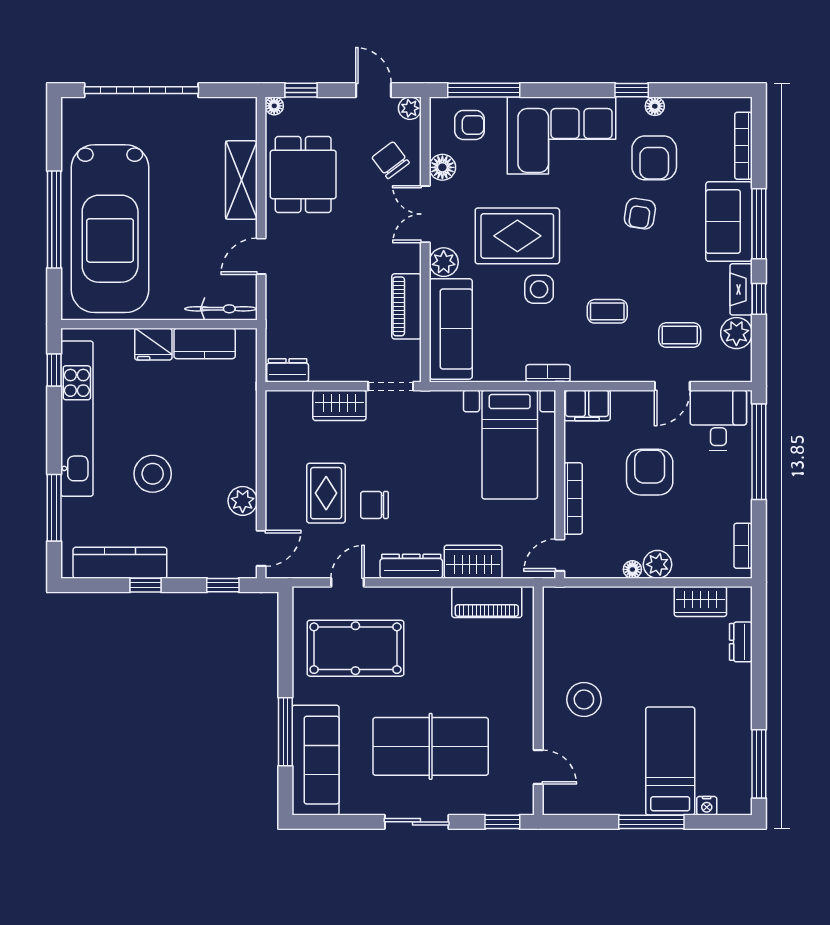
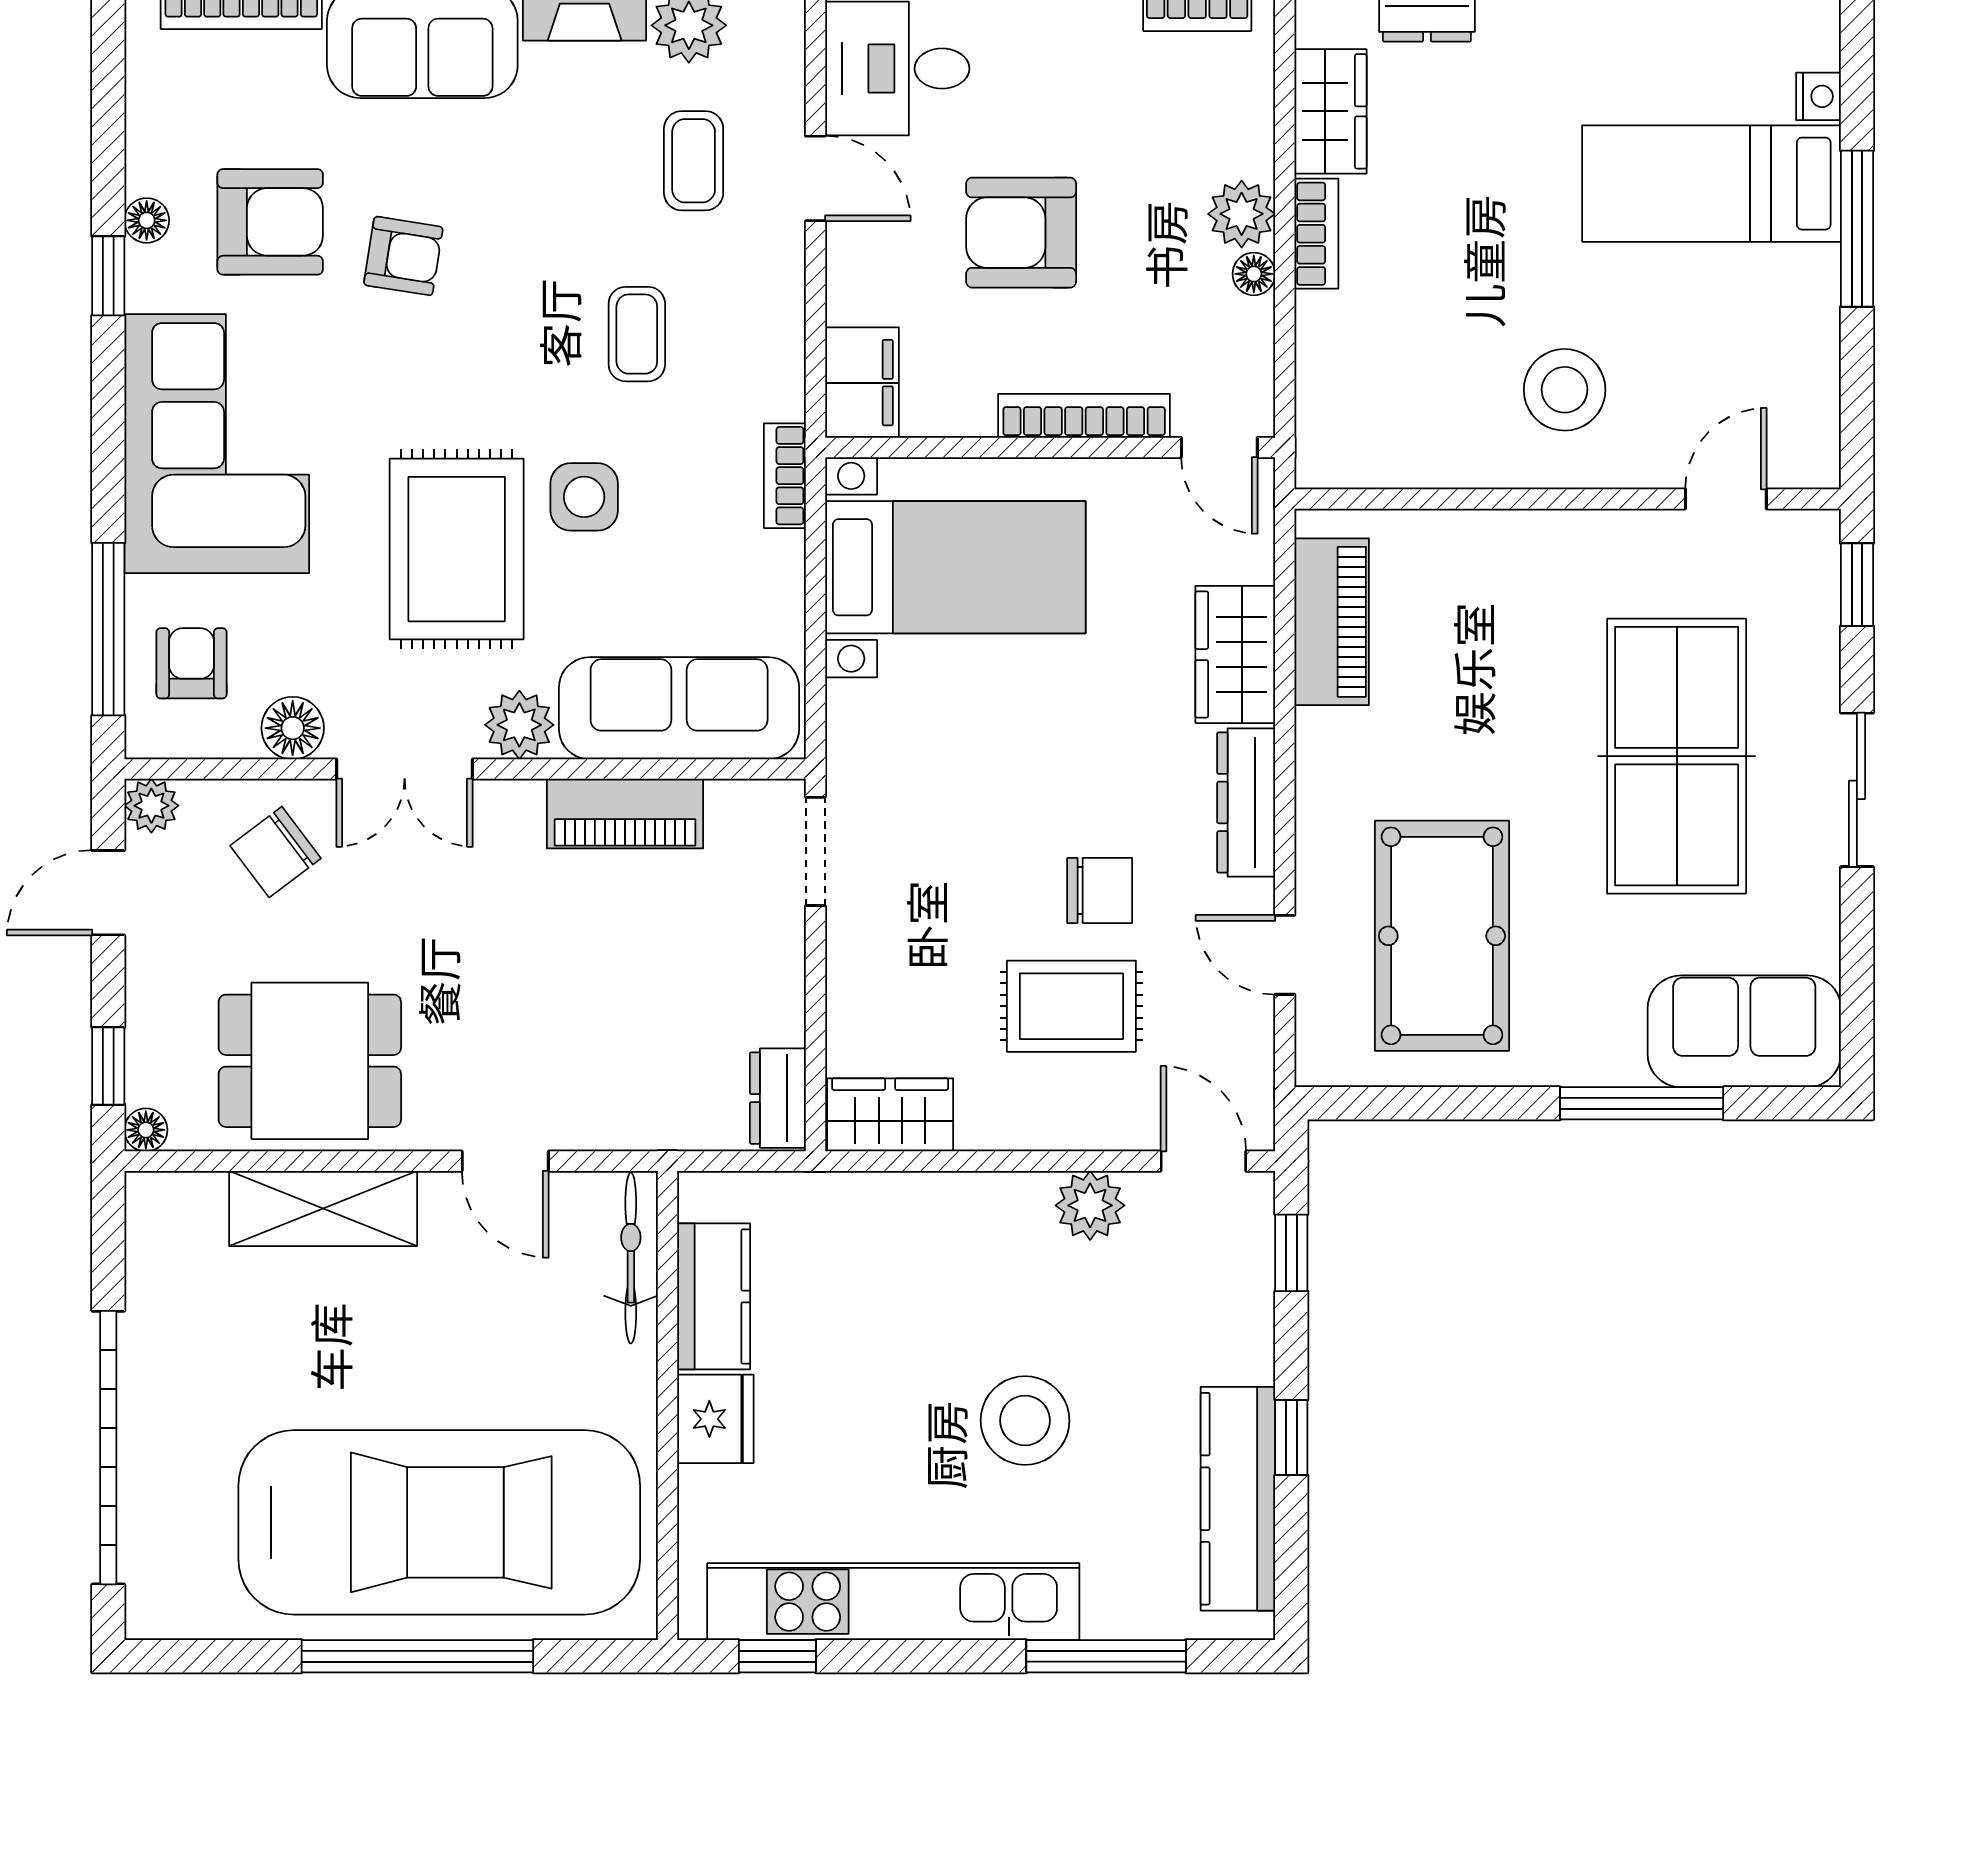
wardrobe: (339, 405) -> (890, 1115), moved, turned -90
chair: (374, 505) -> (1100, 891), turned -90
bookcase: (649, 596) -> (1316, 234), added
sofa: (316, 760) -> (1744, 1031), width x0.73

